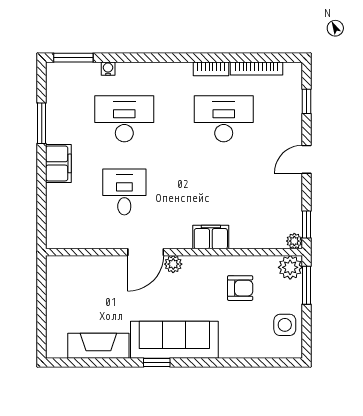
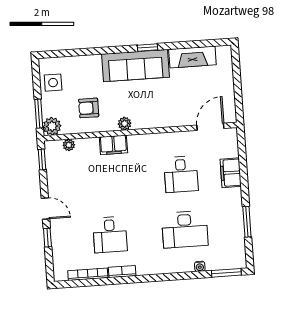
window: (306, 101) -> (47, 238), moved
desk: (224, 119) -> (110, 235), width x0.73
door: (306, 159) -> (45, 209), hinge flipped
filing cabinet: (58, 163) -> (231, 173), moved
plant: (294, 241) -> (69, 145), moved
door: (146, 252) -> (210, 127), moved
plant: (173, 264) -> (125, 124), moved

